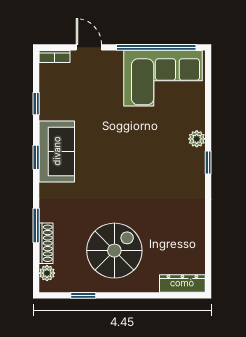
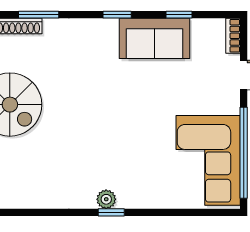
plant: (197, 139) -> (106, 199), moved
sofa: (57, 151) -> (154, 38), moved

